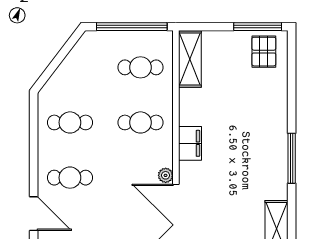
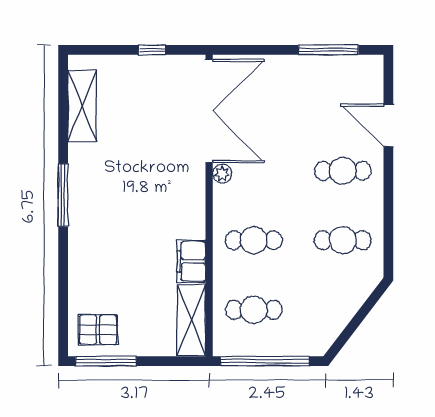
pallet: (264, 52) -> (98, 330), turned 90
filing cabinet: (190, 143) -> (191, 261), moved

